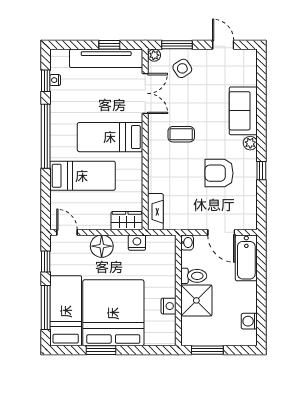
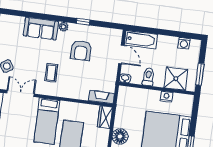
door: (221, 232) -> (121, 54), hinge flipped
nightstand: (137, 243) -> (121, 112), removed
shower: (196, 300) -> (176, 79), moved

